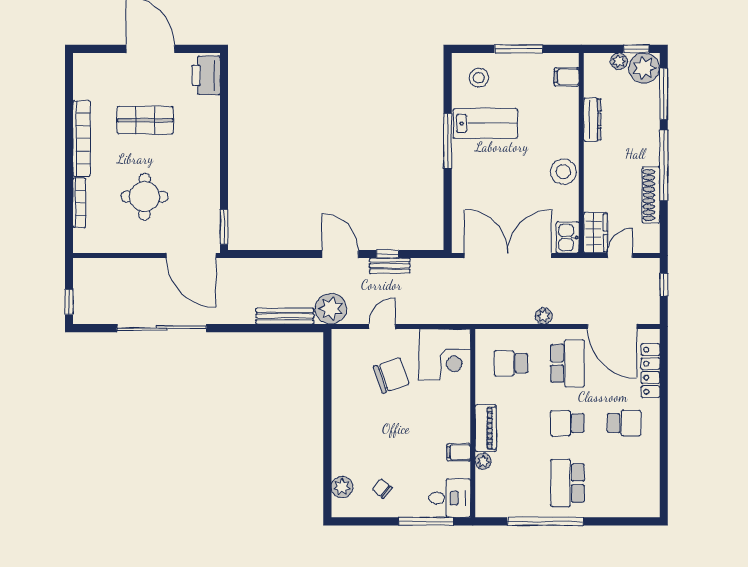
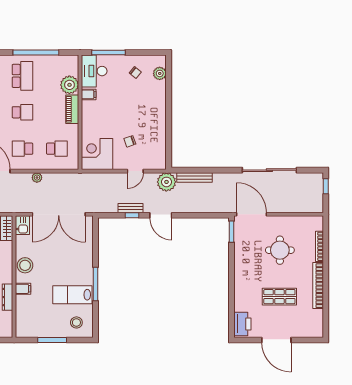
filing cabinet: (567, 77) -> (23, 289), moved
school desk: (568, 363) -> (22, 149), width x0.54
chair: (391, 375) -> (130, 141), width x0.54, depth x0.54
plant: (483, 461) -> (69, 85), width x1.88, depth x1.88
desk: (450, 498) -> (94, 71), width x1.37

